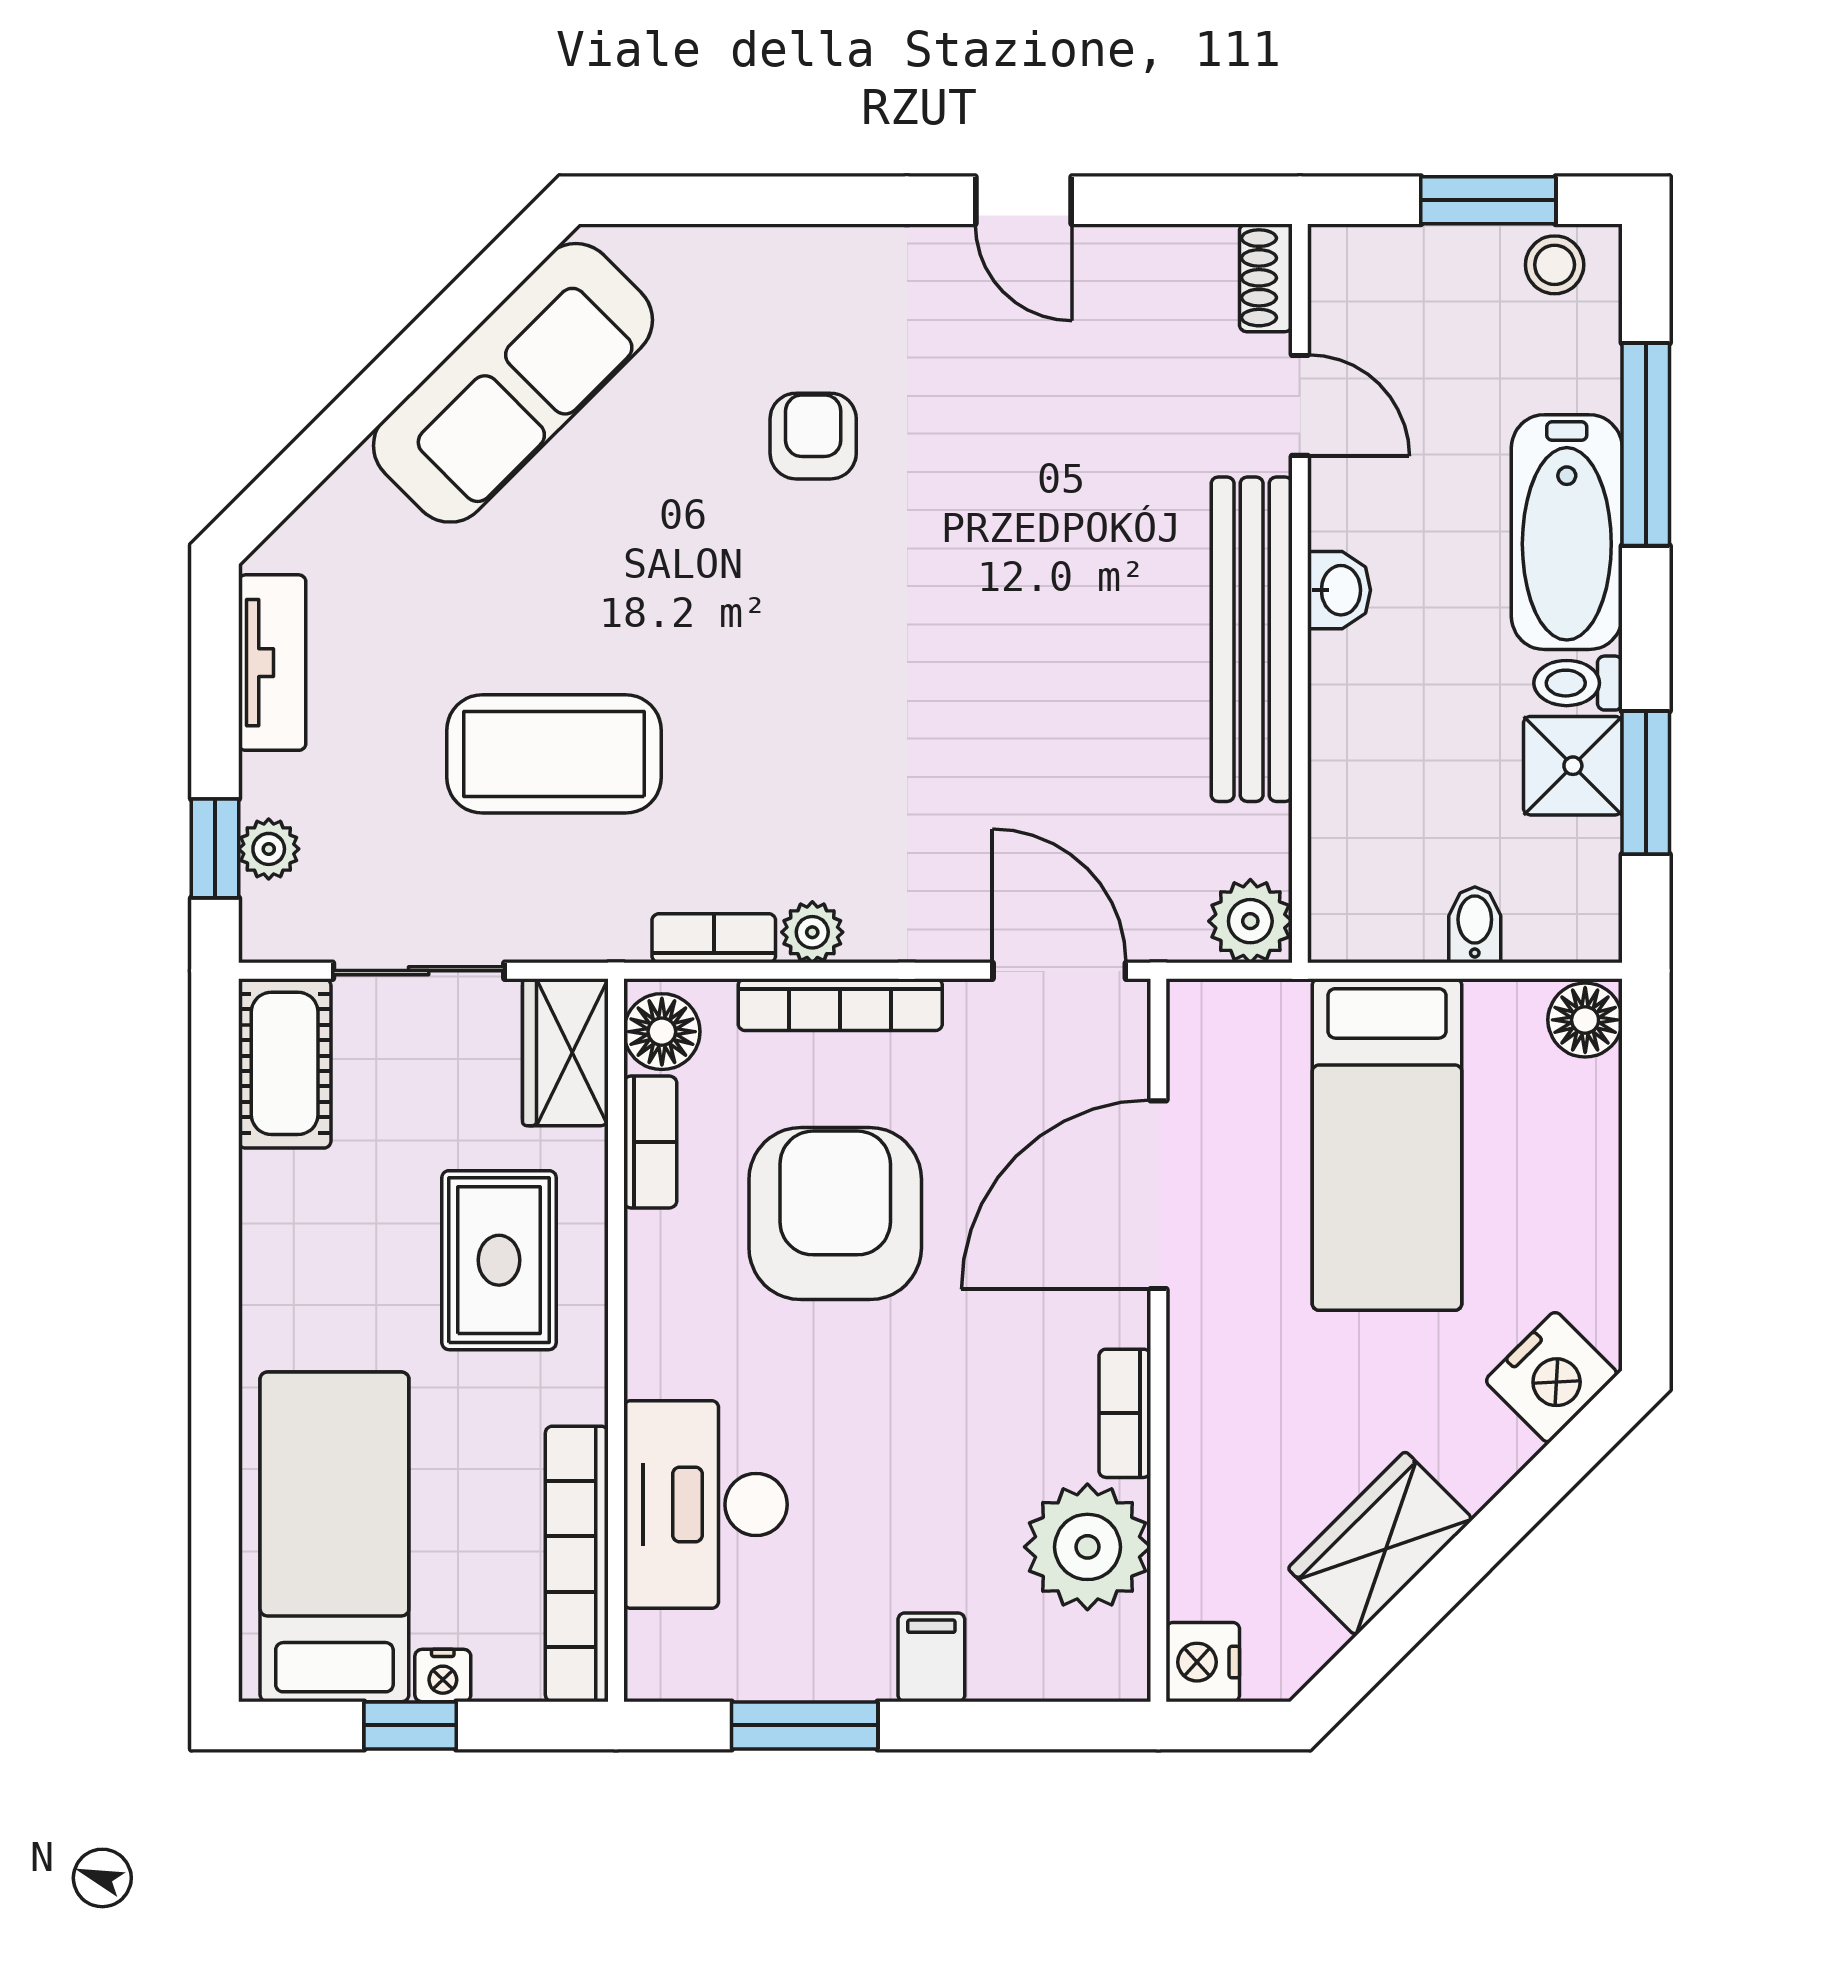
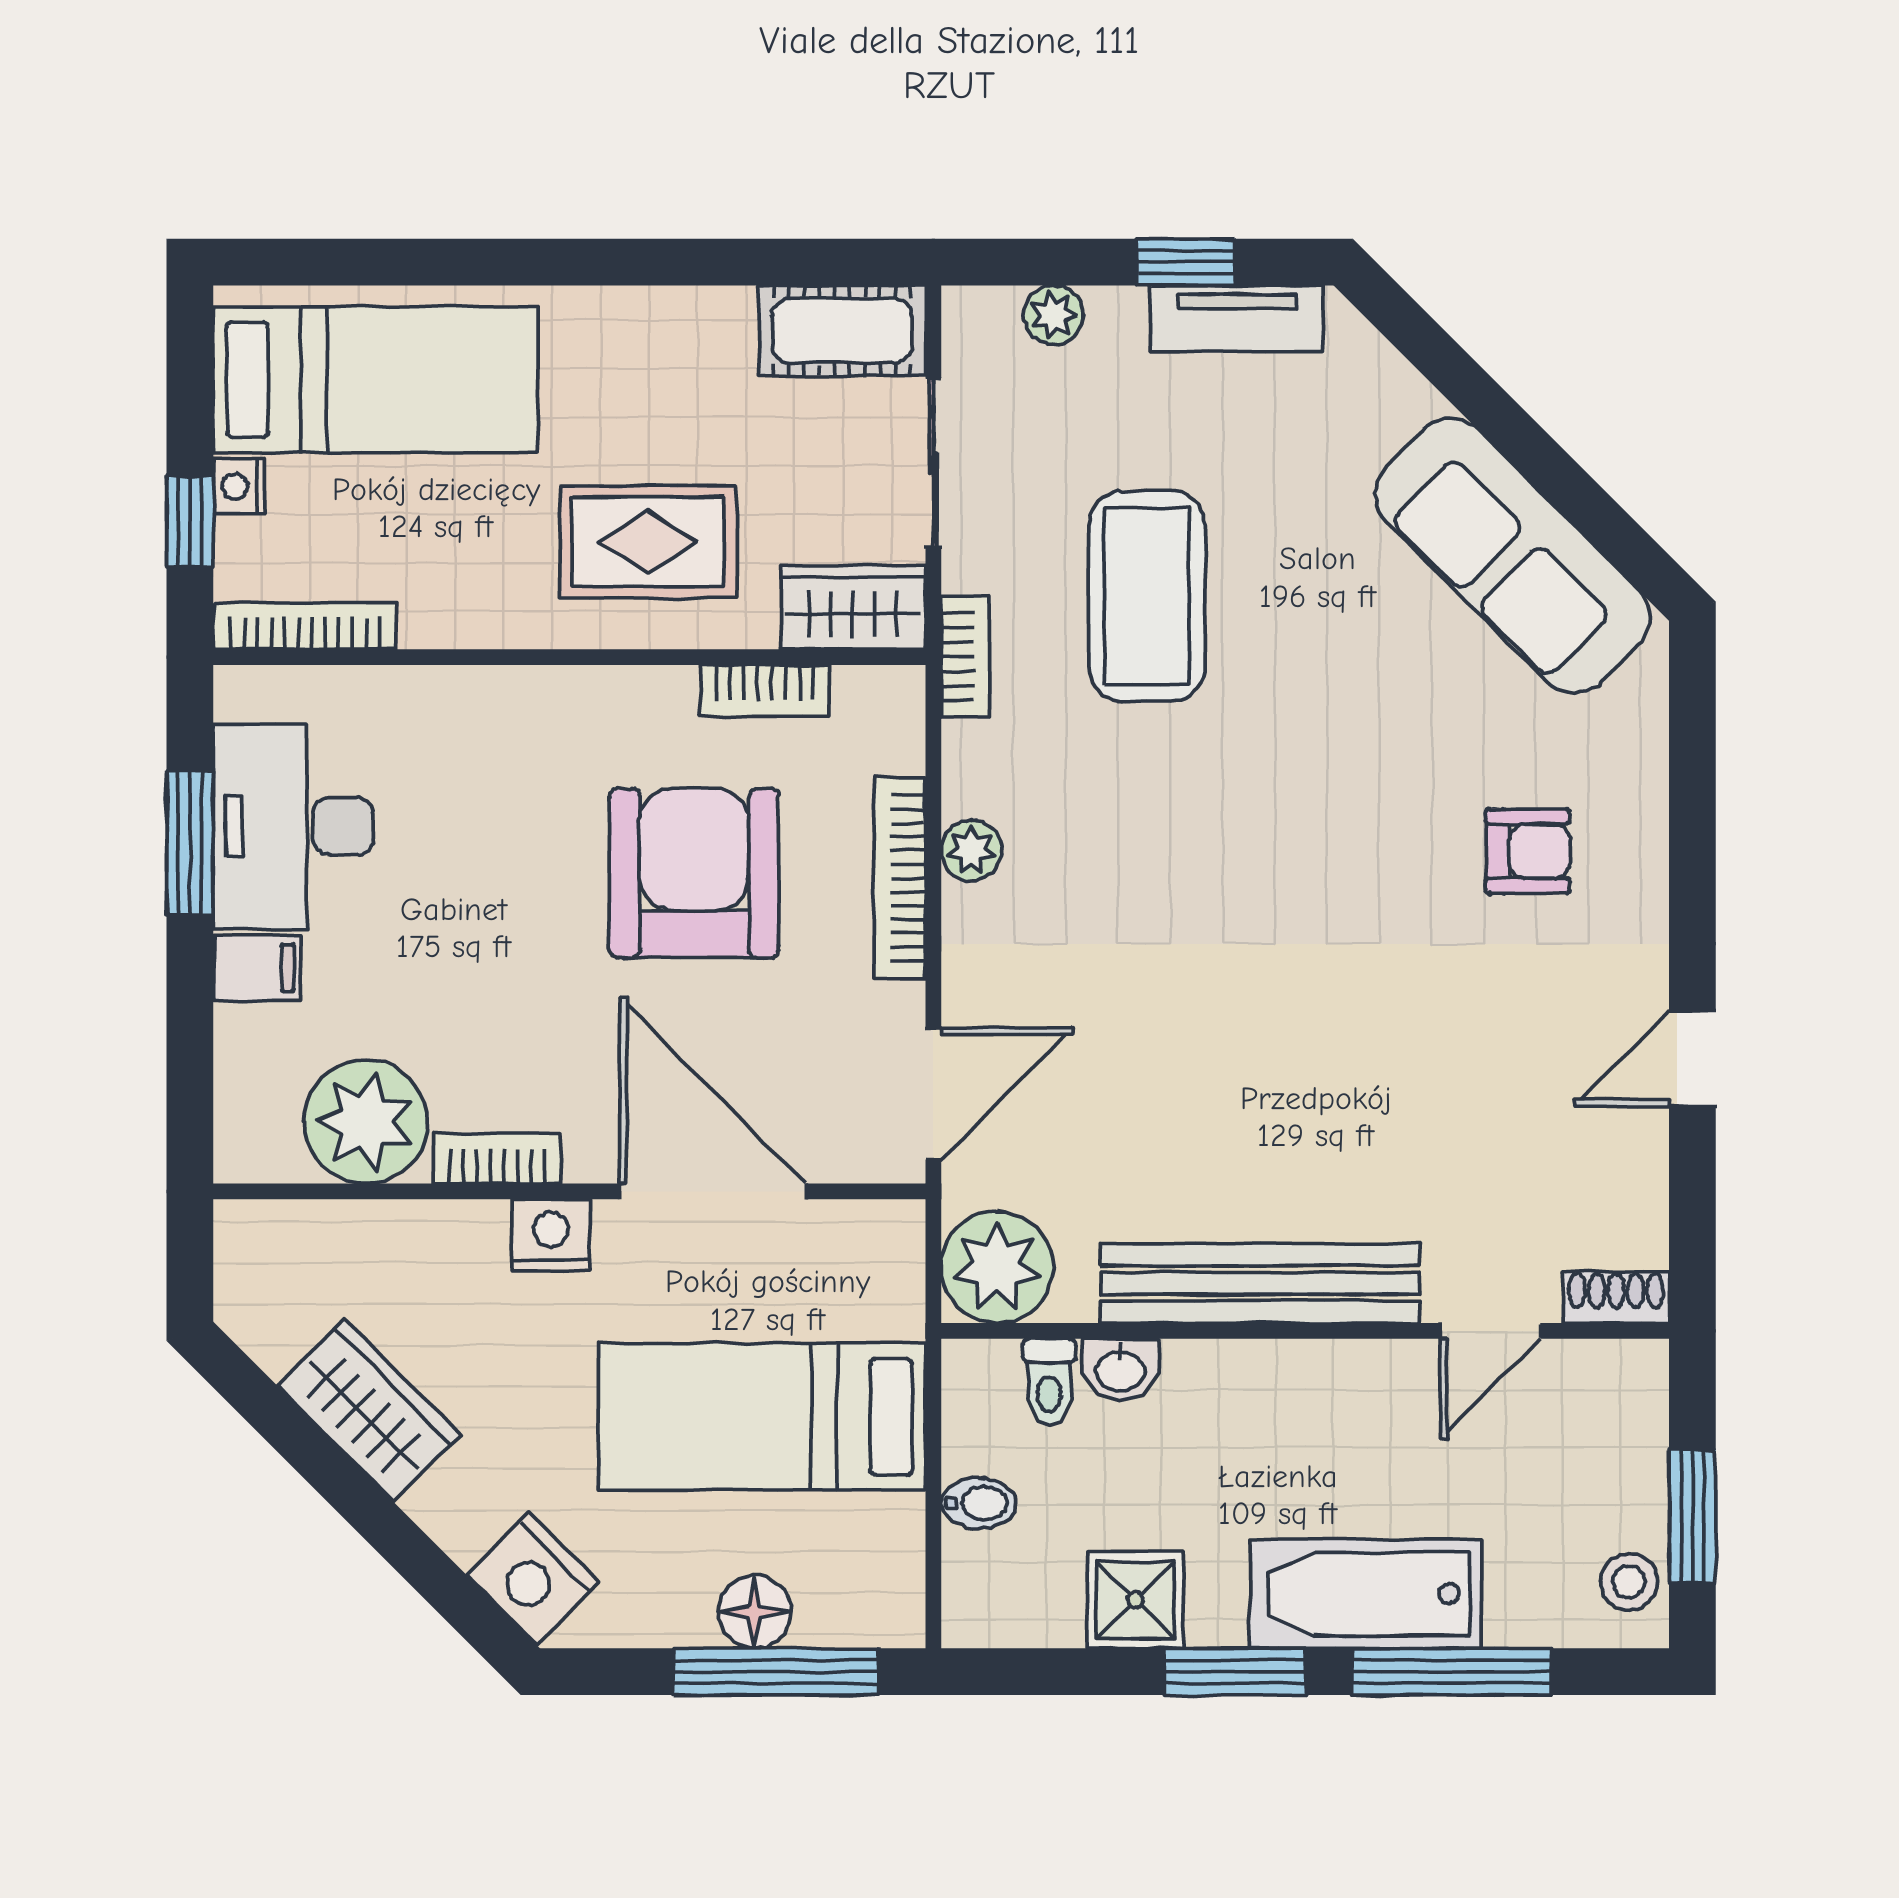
armchair: (813, 436) -> (1528, 851), moved
washbasin: (1339, 590) -> (1120, 1370), moved
toilet: (1578, 683) -> (1049, 1382), moved, turned 180
window: (1646, 783) -> (1235, 1672), moved
window: (215, 848) -> (1186, 262), moved
plant: (1250, 921) -> (997, 1267), width x1.36, depth x1.36
bookcase: (714, 938) -> (965, 656), moved
floor lamp: (1585, 1020) -> (755, 1612), moved
floor lamp: (662, 1032) -> (873, 702), removed
window: (1646, 1130) -> (776, 1672), added
armchair: (835, 1214) -> (694, 873), turned -90
desk: (705, 1505) -> (294, 826), moved, turned -90
bookcase: (577, 1564) -> (305, 626), width x0.68, depth x0.76
nightstand: (1203, 1662) -> (551, 1235), moved
window: (410, 1725) -> (190, 521), moved

